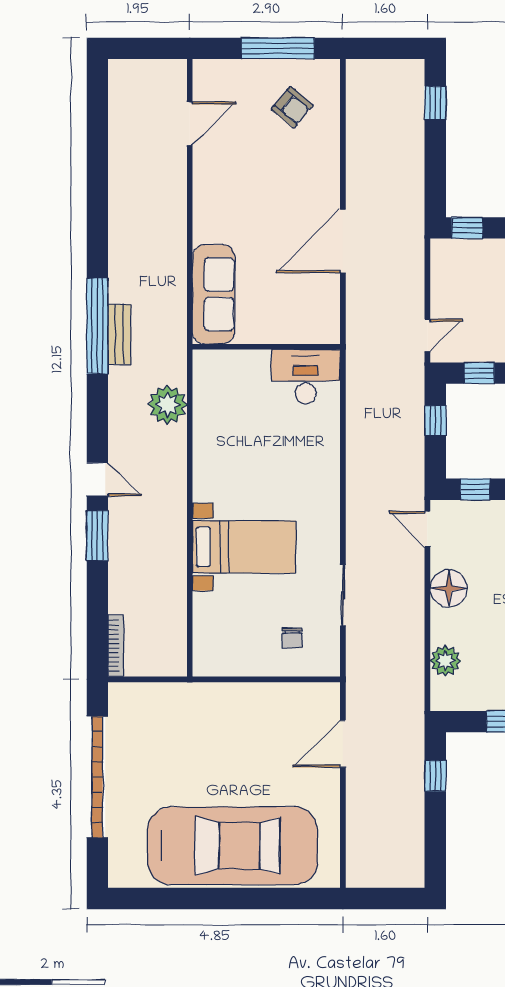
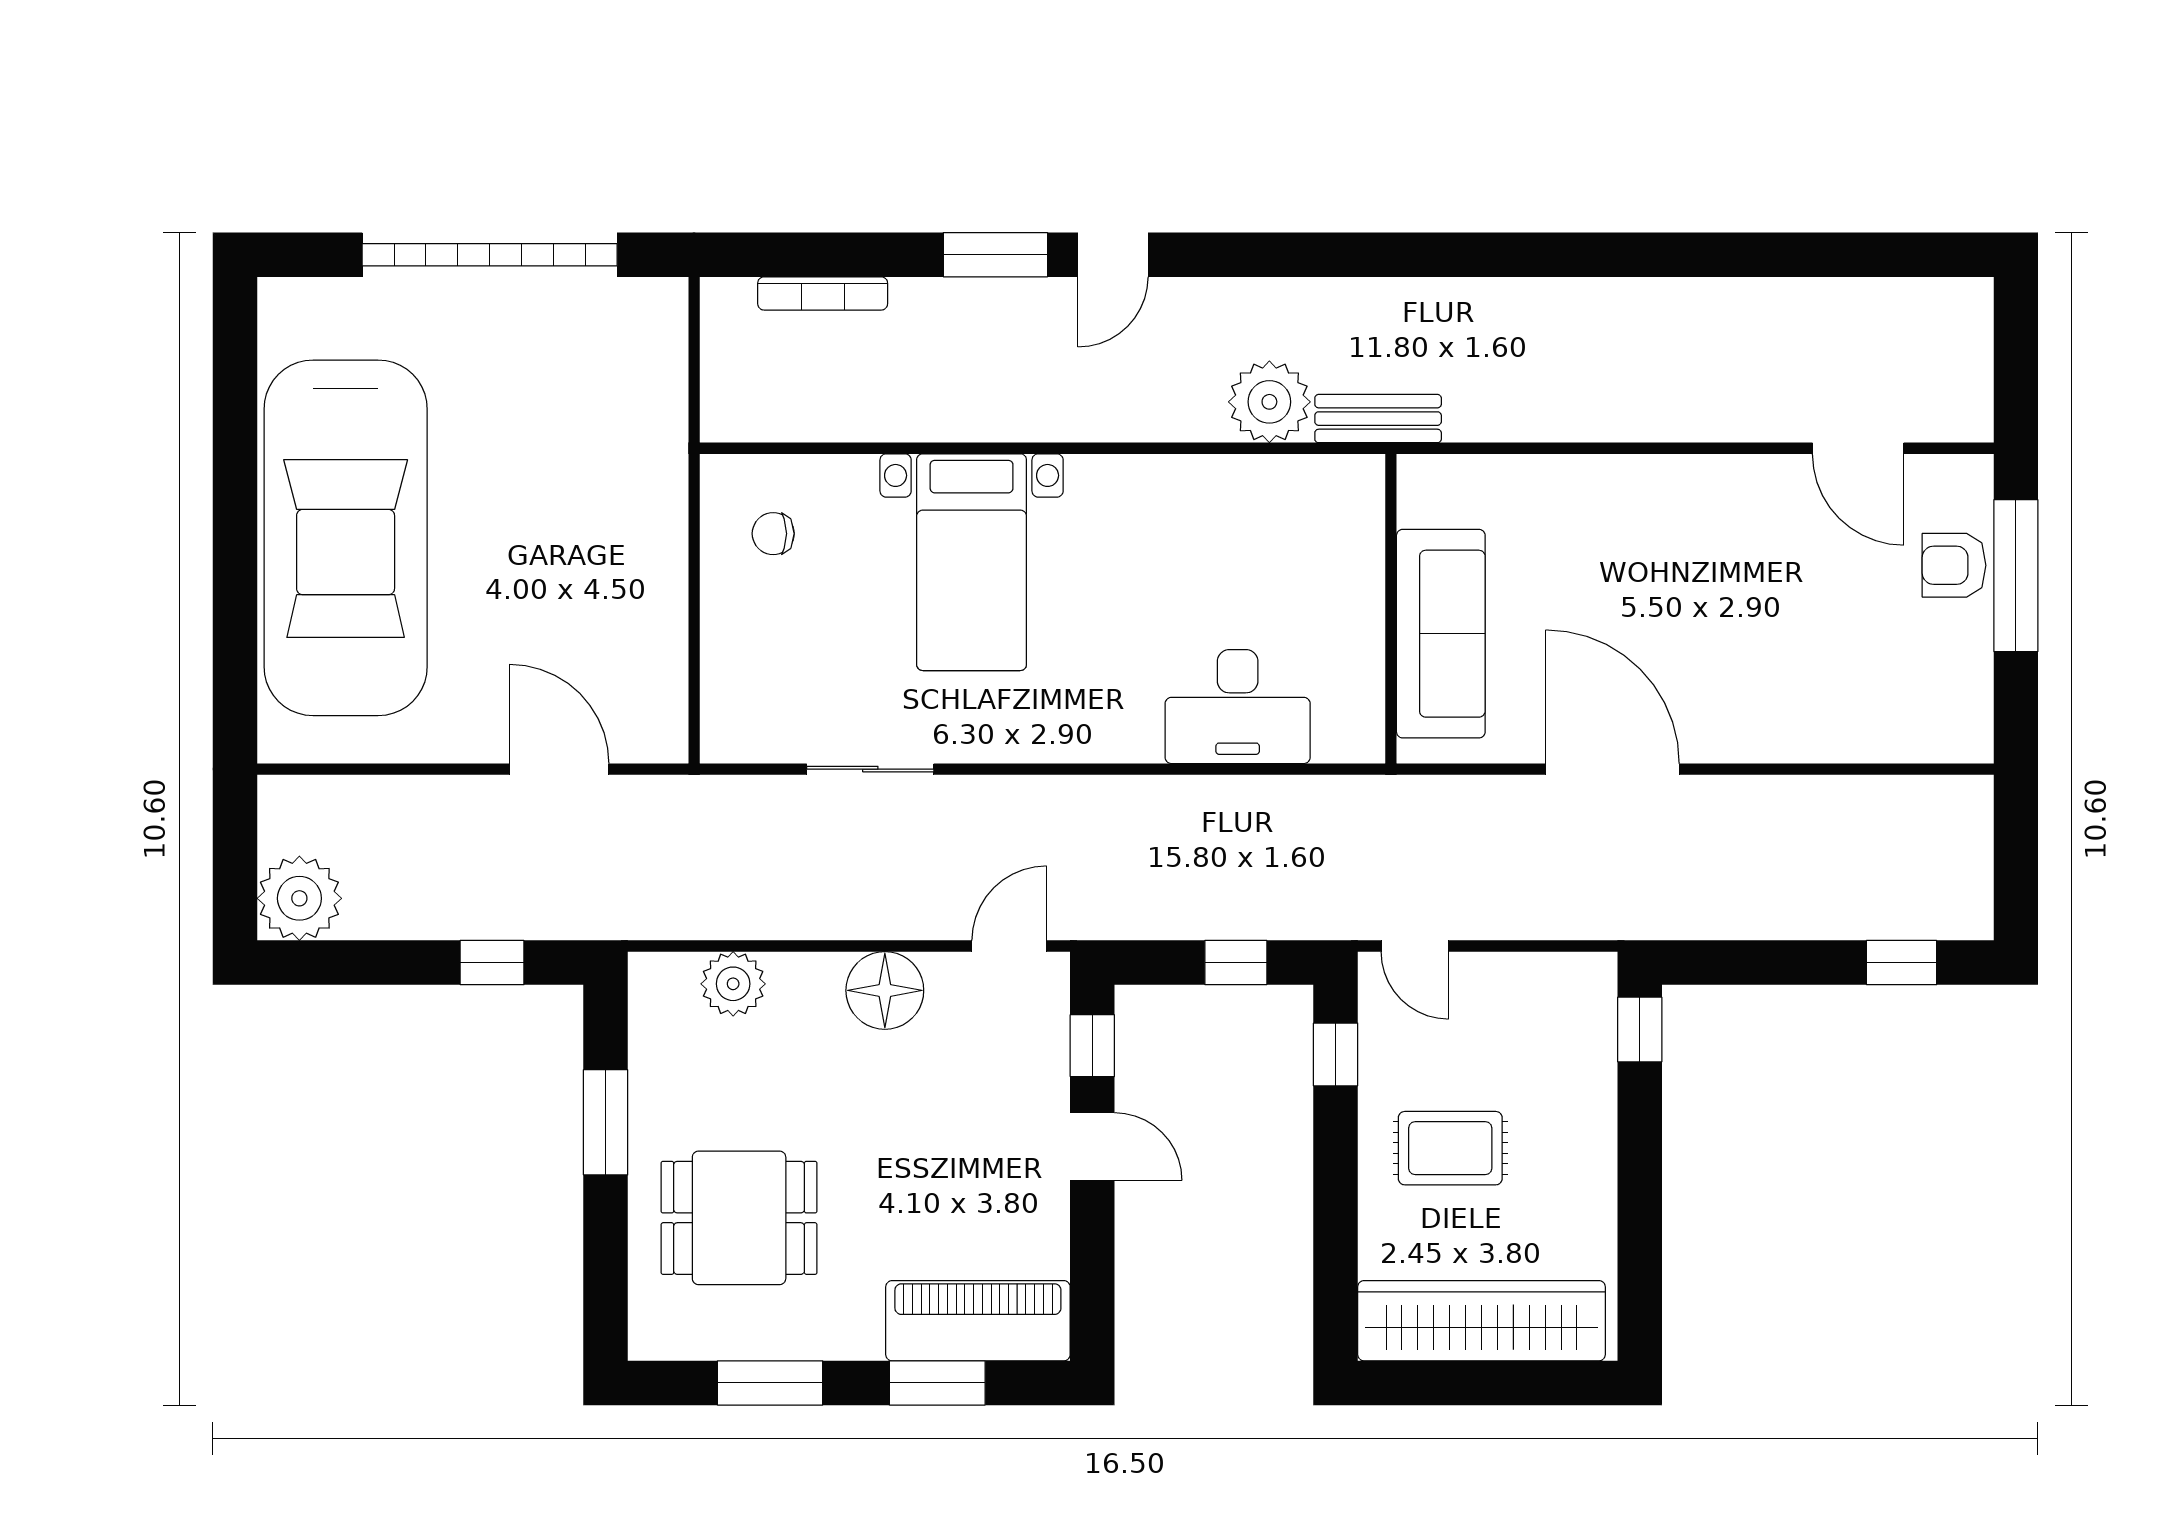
window: (278, 48) -> (2016, 576), moved
armchair: (292, 107) -> (1954, 565), moved, turned 50
sofa: (214, 294) -> (1441, 634), moved, turned -90
window: (97, 326) -> (1434, 255), removed
bench: (119, 334) -> (1378, 419), moved
desk: (306, 377) -> (1238, 707), moved, turned 90
chair: (292, 638) -> (773, 534), moved
bookcase: (116, 646) -> (823, 293), moved
plant: (405, 868) -> (299, 898), added

